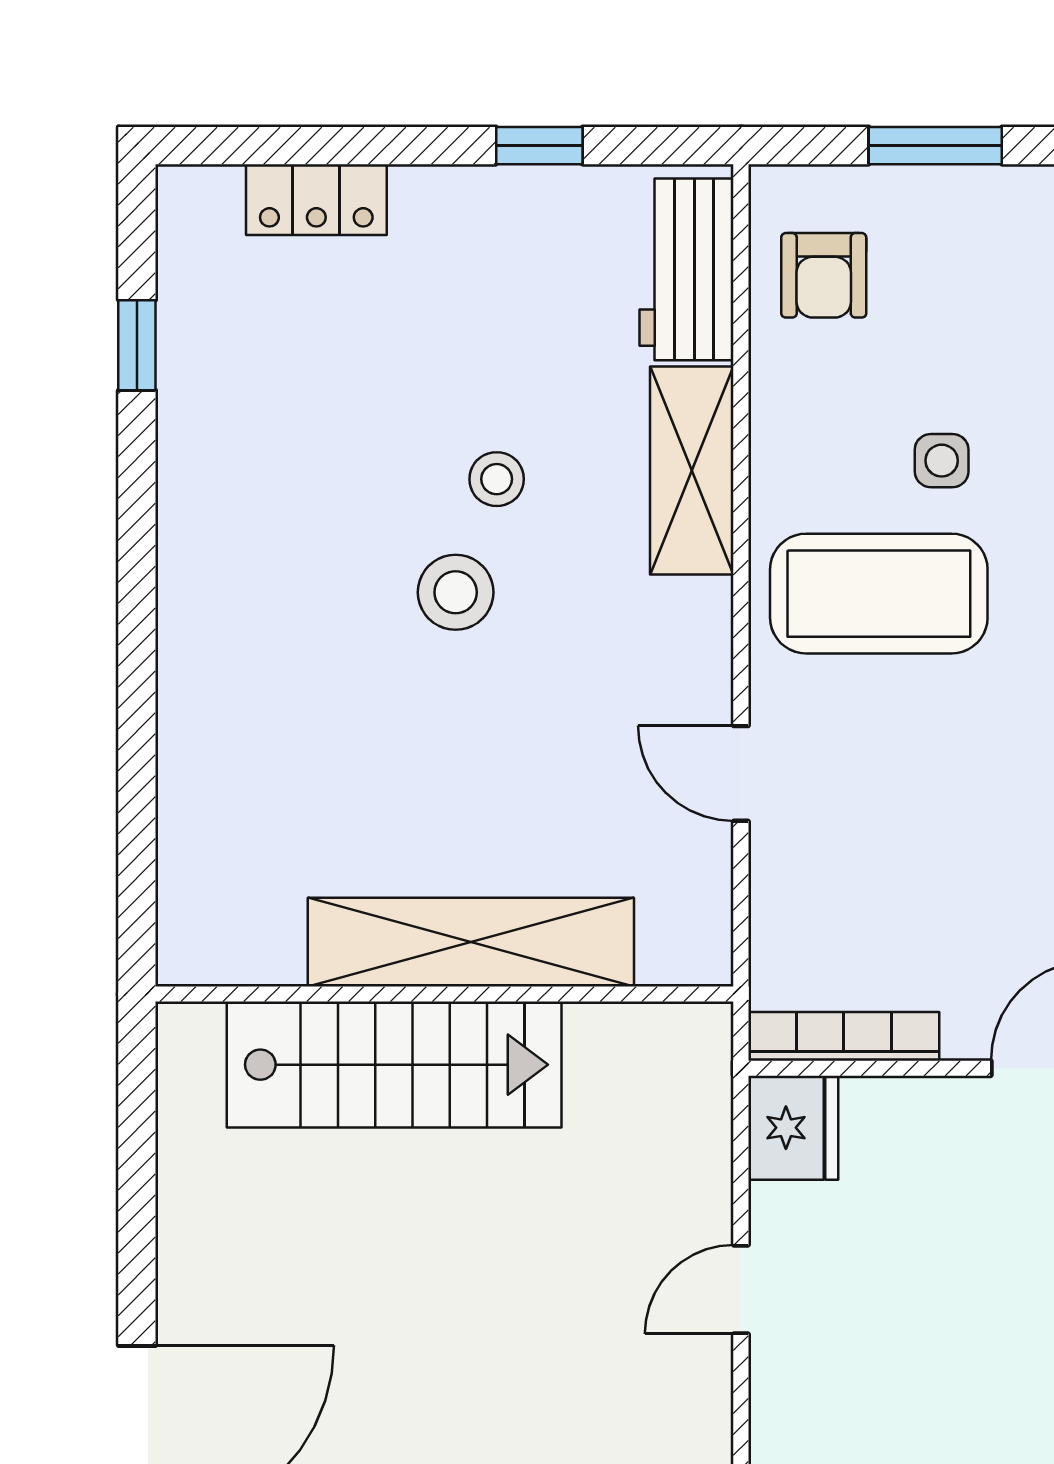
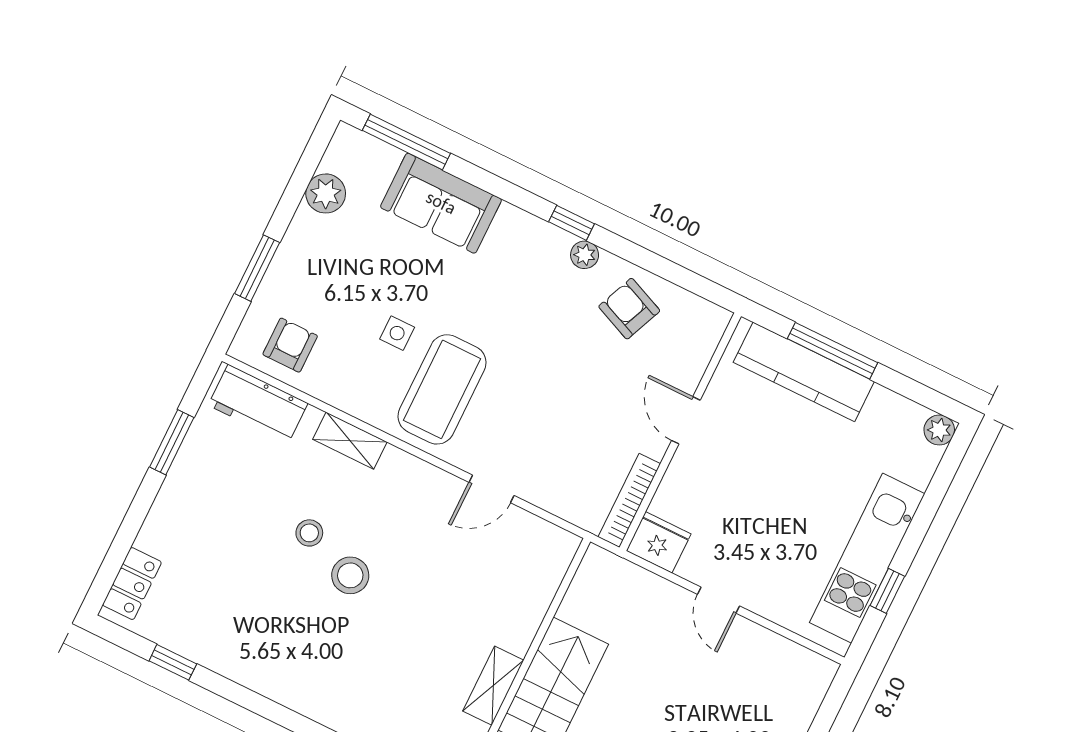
window: (539, 146) -> (172, 442), width x1.50
locker: (316, 200) -> (132, 584), moved
armchair: (824, 275) -> (290, 345), turned -90
shelving: (692, 471) -> (350, 441), width x0.67, depth x0.75
shelving: (471, 942) -> (493, 686), width x0.45, depth x0.75

